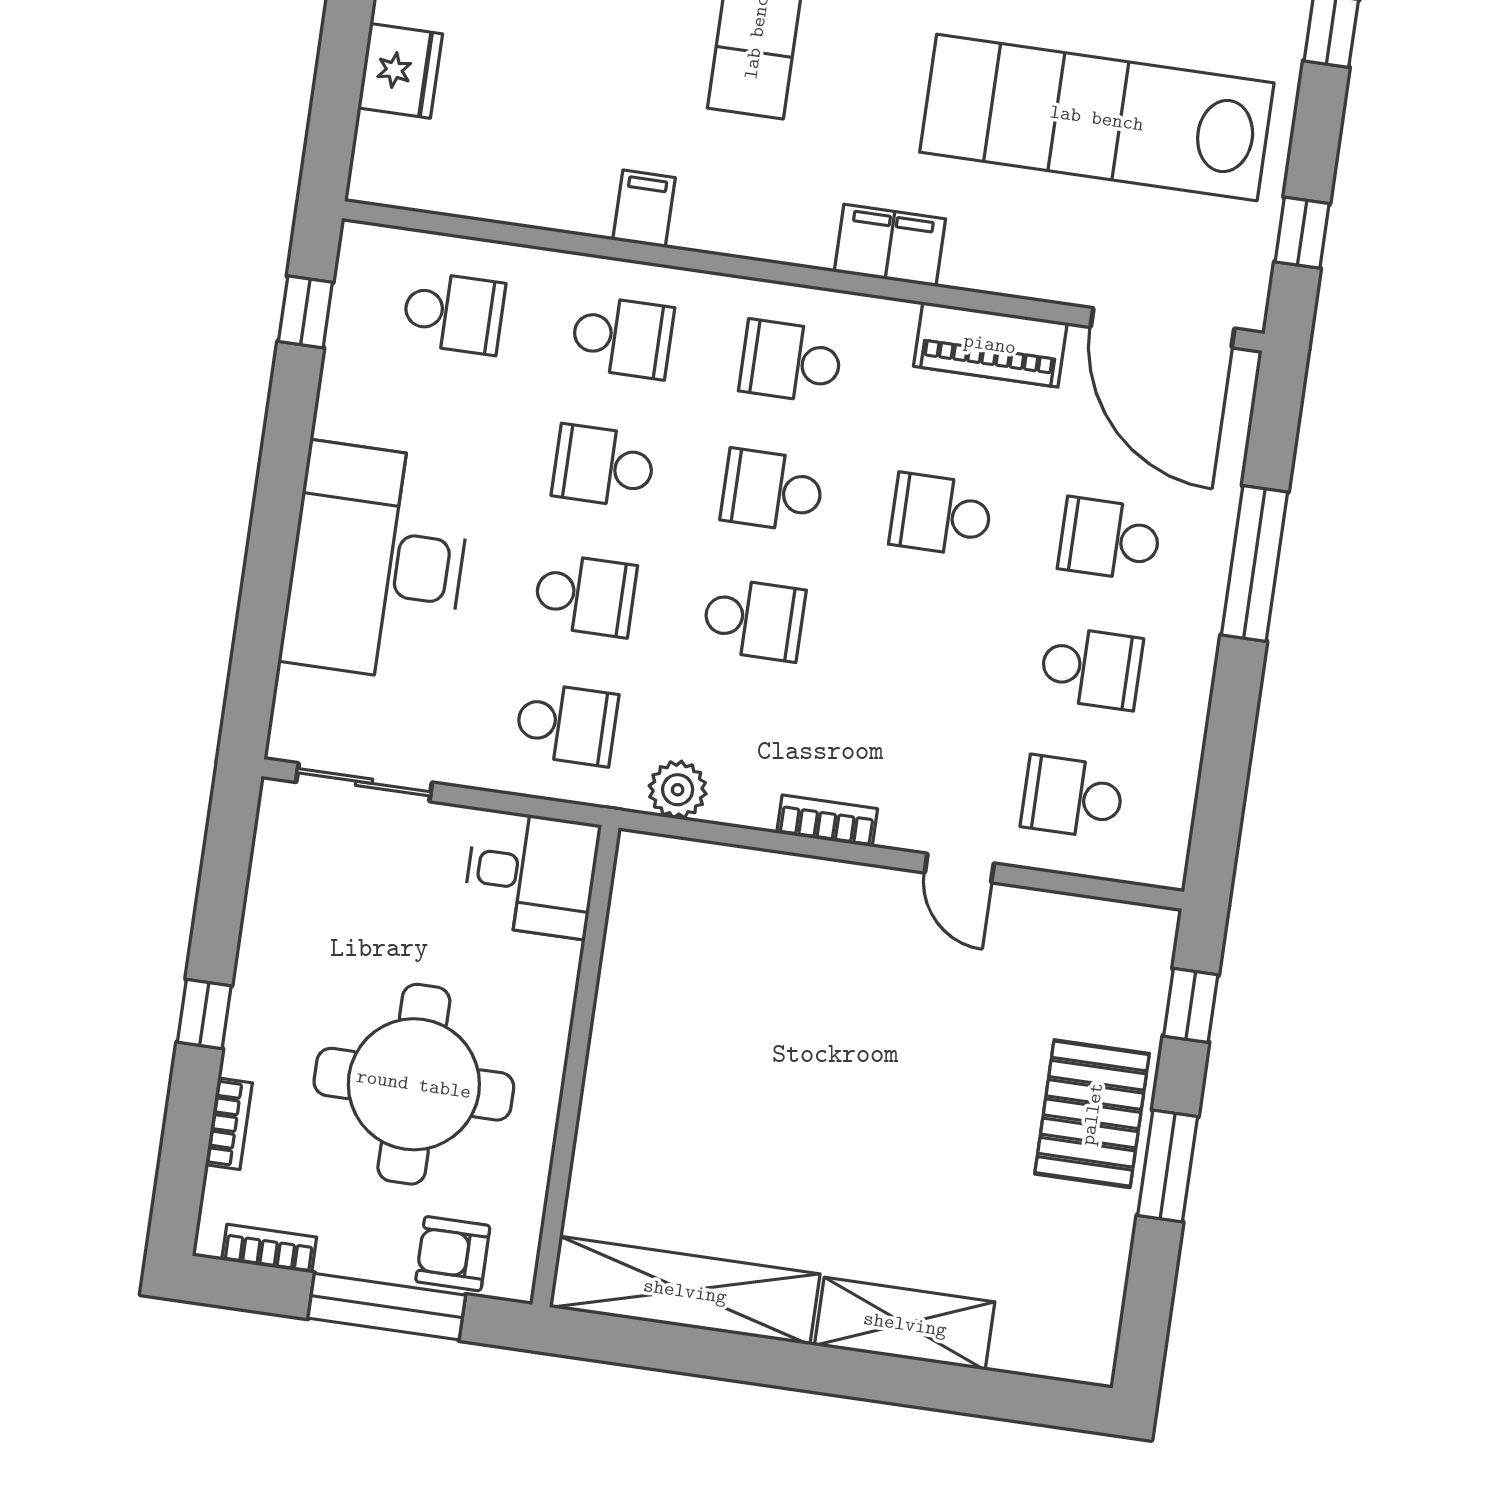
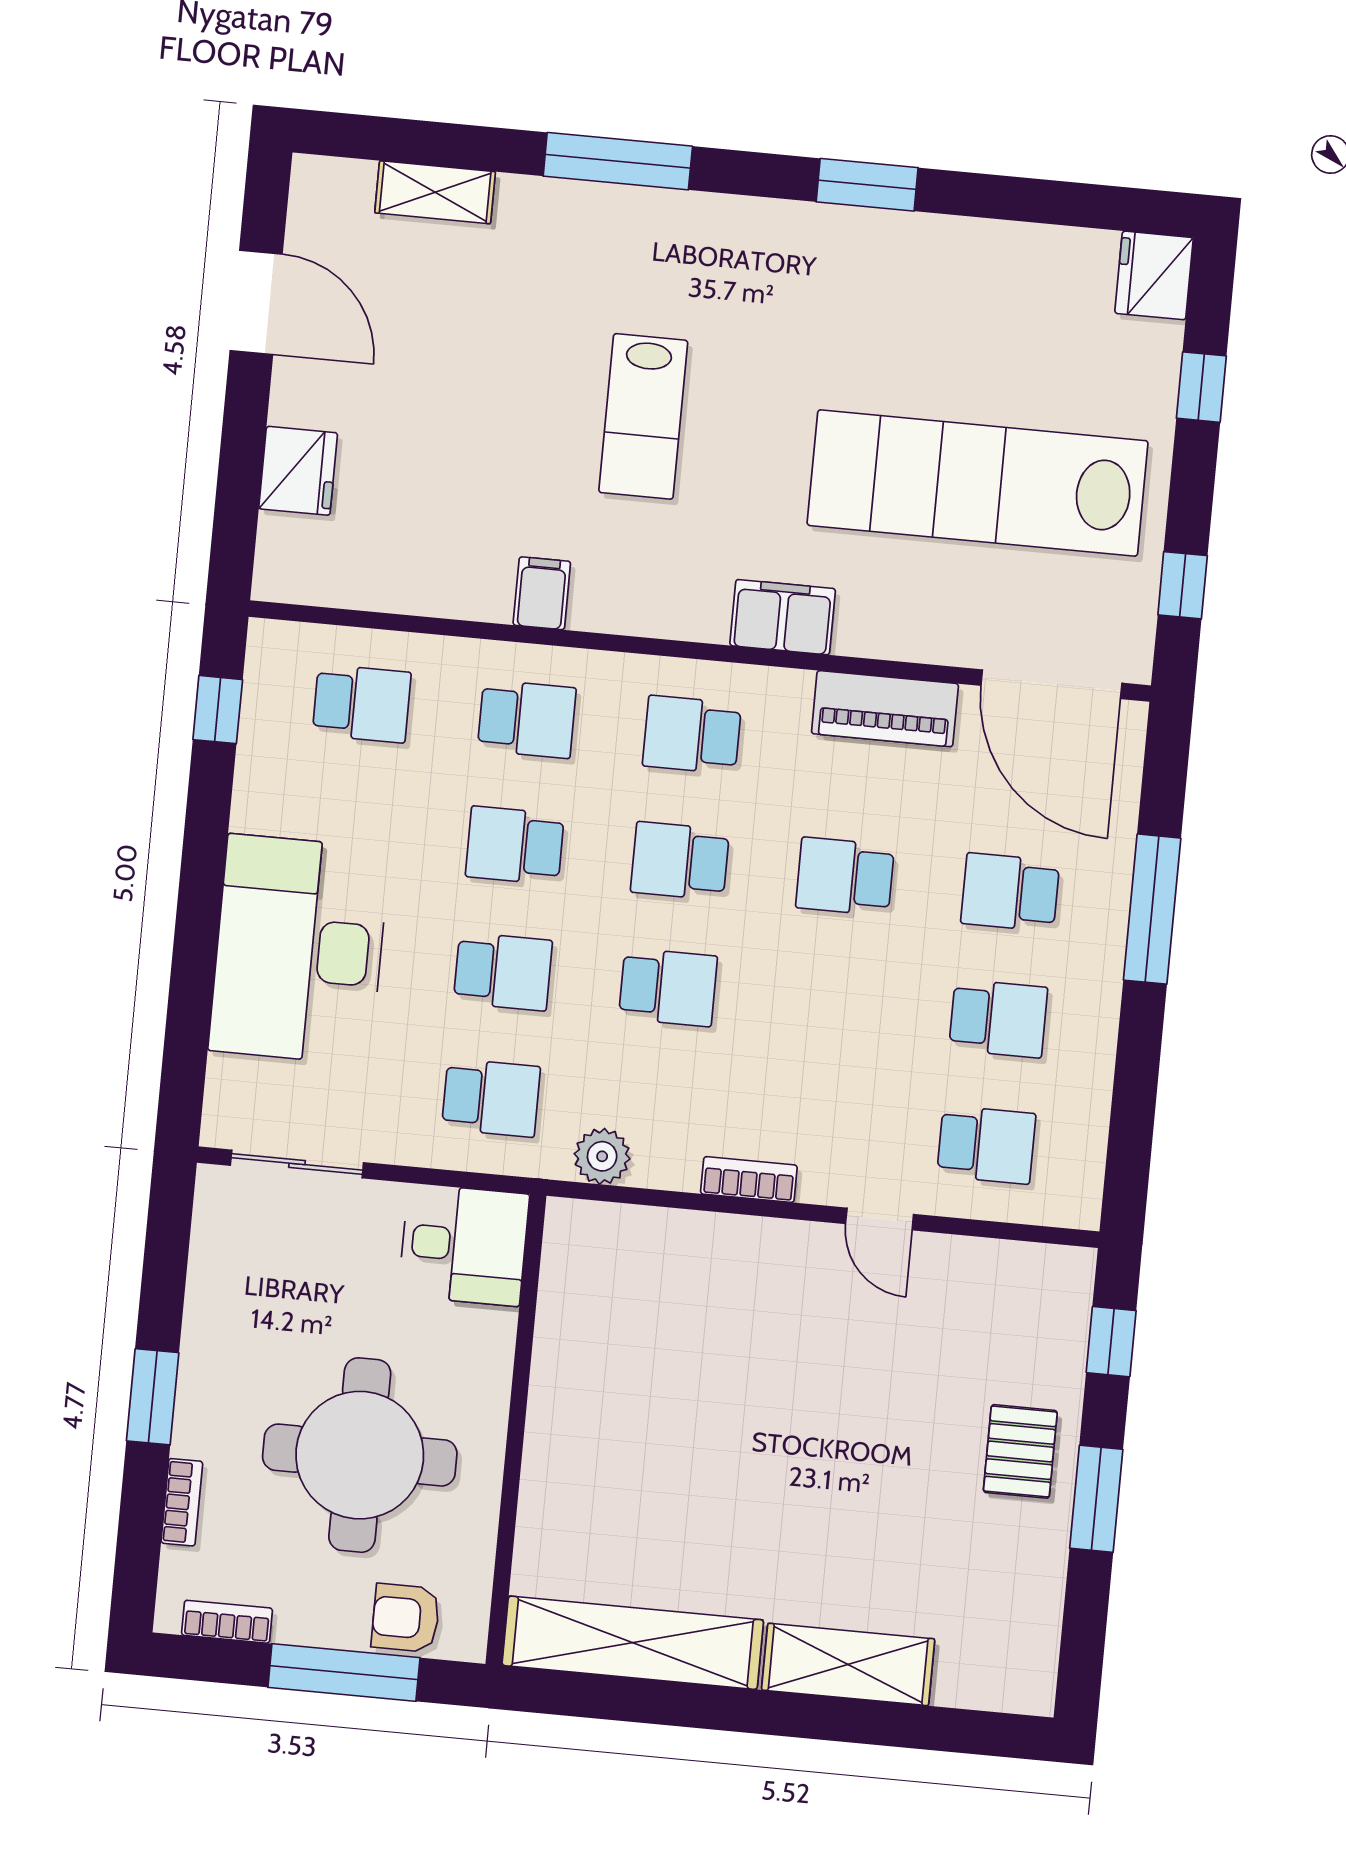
school desk: (1073, 797) -> (986, 1145), turned 180
window: (204, 1014) -> (153, 1397), width x1.50
pallet: (1092, 1114) -> (1020, 1451), width x0.67, depth x0.71

